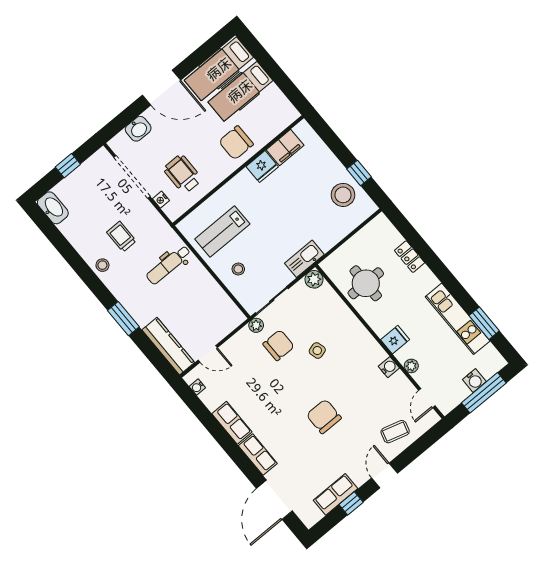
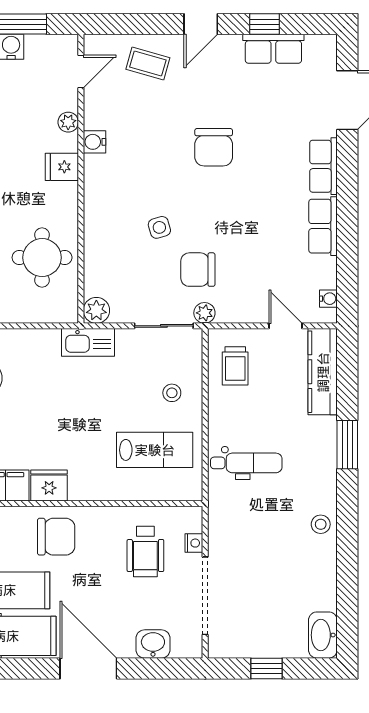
trolley: (121, 237) -> (235, 366), moved

